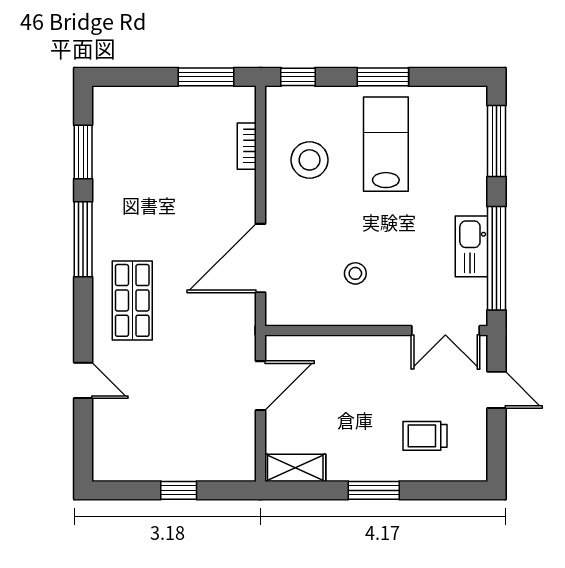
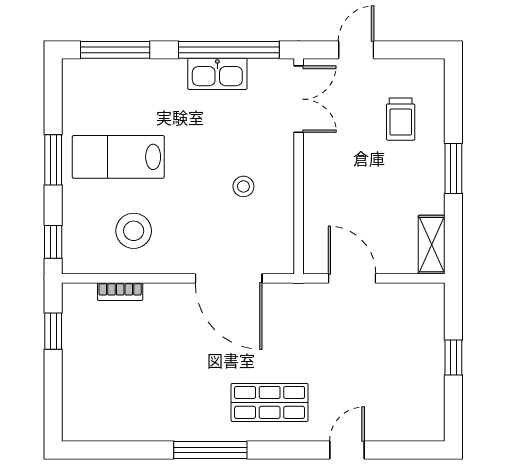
window: (206, 77) -> (53, 331), width x0.67
window: (83, 152) -> (126, 450), removed

